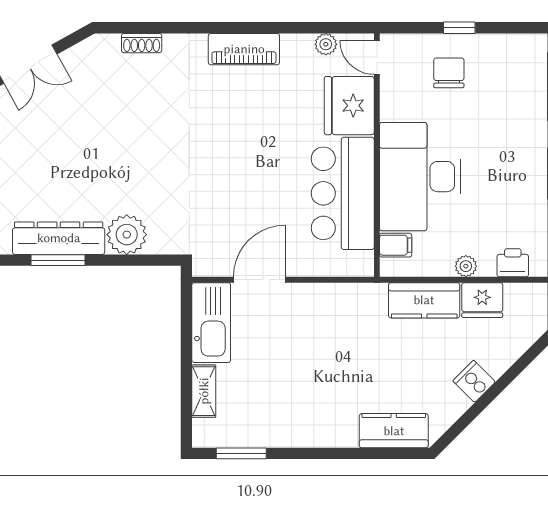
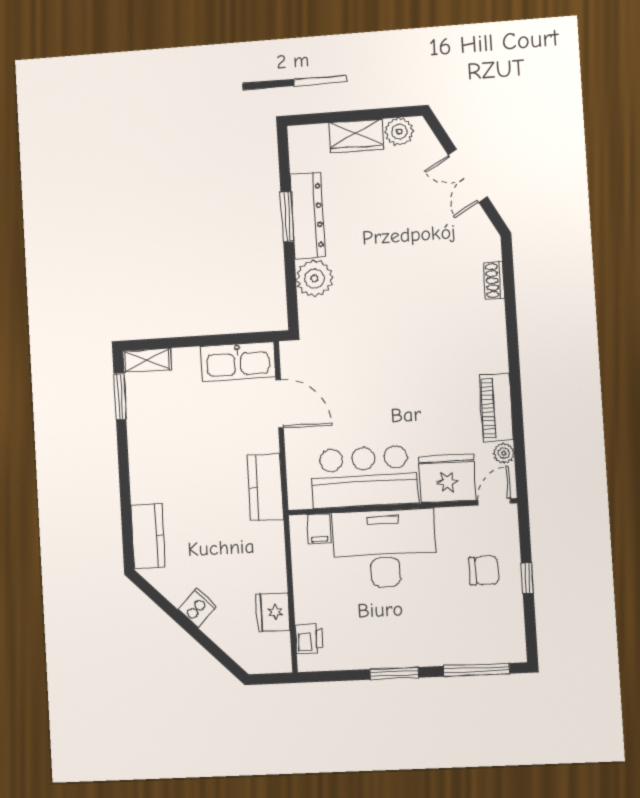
piano: (244, 49) -> (496, 408), moved
plant: (466, 266) -> (303, 595), removed
kitchen counter: (424, 300) -> (265, 487), moved
shelving: (204, 391) -> (147, 360), moved

